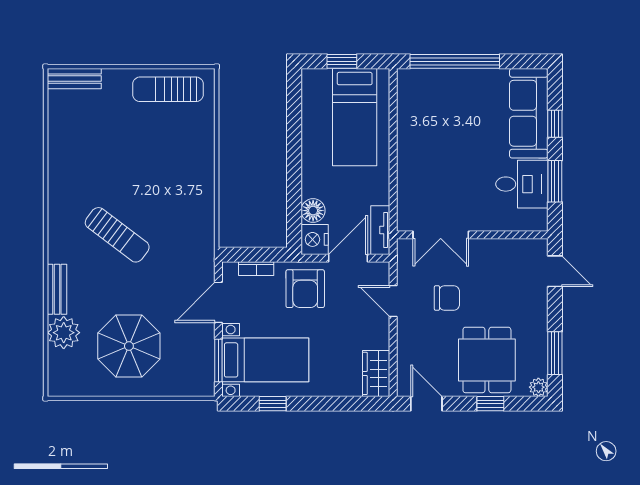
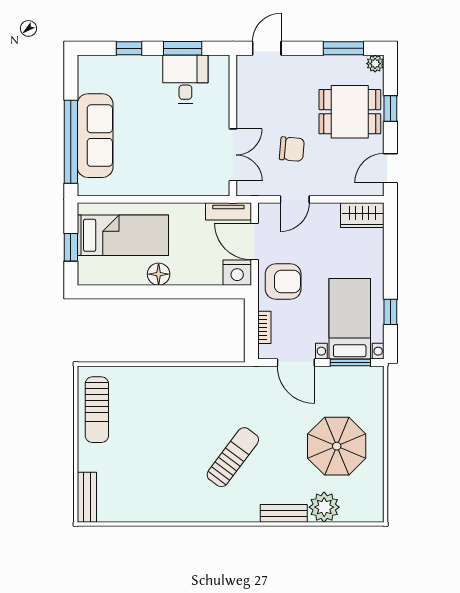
sofa: (529, 113) -> (95, 136), moved, turned -90
floor lamp: (313, 211) -> (159, 274), moved
chair: (447, 298) -> (292, 149), turned 95

